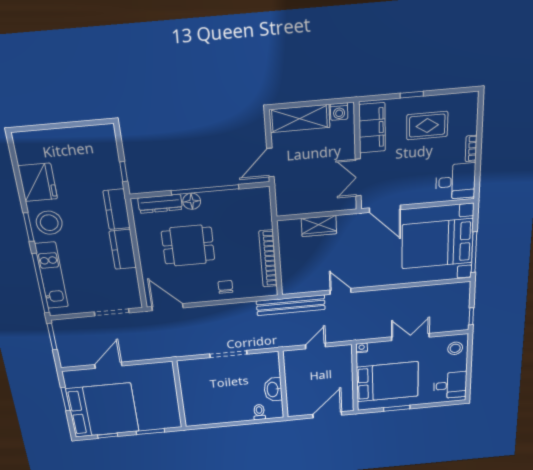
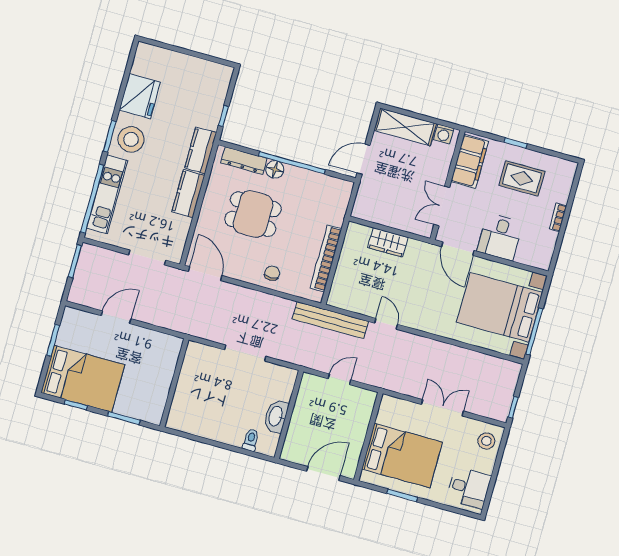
desk: (456, 182) -> (500, 237), moved, turned 90
nightstand: (362, 348) -> (387, 401), removed
bed: (103, 410) -> (83, 379), width x0.73

